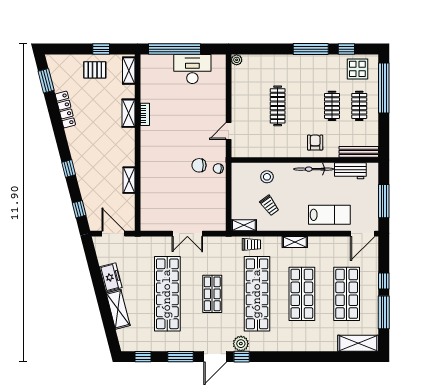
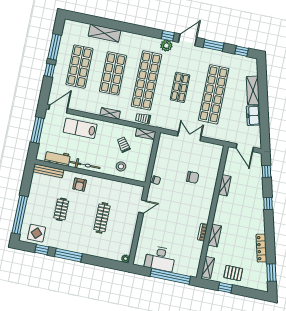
clothes rail: (359, 106) -> (41, 205), removed
chair: (199, 165) -> (193, 177), moved
shelving: (358, 343) -> (104, 33), moved

